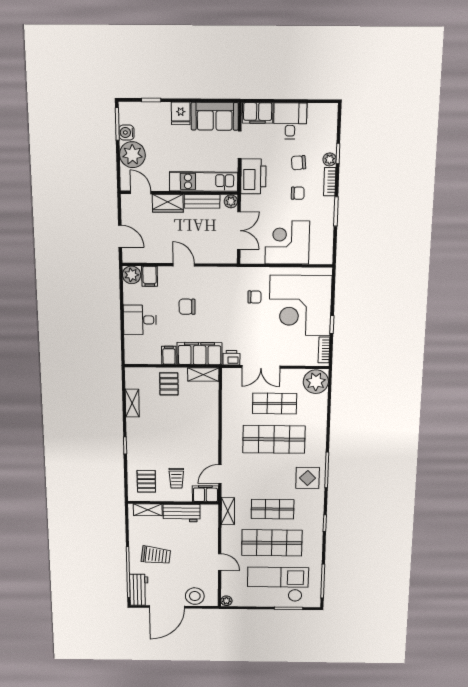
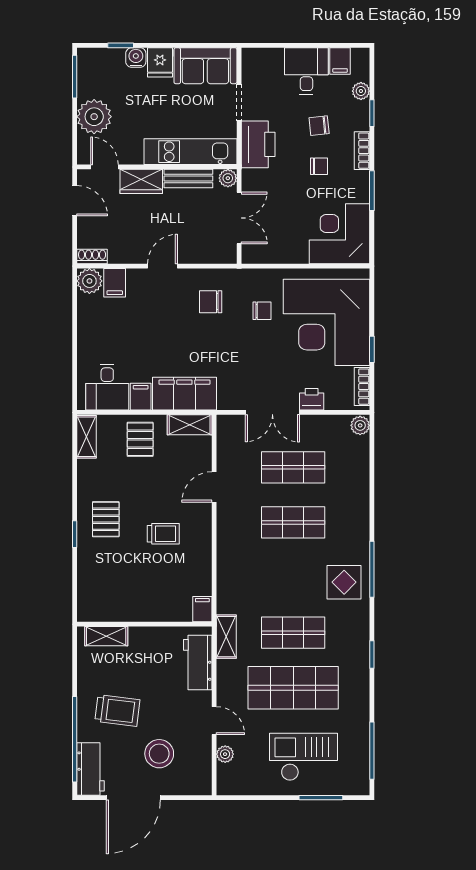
filing cabinet: (258, 113) -> (340, 61), moved, width x0.50
water cooler: (127, 133) -> (136, 58), moved, turned 90
plant: (330, 159) -> (361, 91), moved
door: (120, 236) -> (75, 201), moved
corner desk: (287, 242) -> (340, 234), moved
shoe rack: (133, 257) -> (92, 256), added
door: (184, 265) -> (163, 266), hinge flipped
chair: (187, 307) -> (211, 302), moved
desk: (140, 320) -> (107, 387), moved, turned -90
printer: (231, 358) -> (312, 399), moved
plant: (316, 382) -> (360, 425), width x0.53, depth x0.53
shelving: (132, 403) -> (86, 437), moved
shop shelf: (274, 439) -> (293, 522), width x0.70, depth x0.74
door: (220, 474) -> (214, 487), moved
trolley: (176, 478) -> (163, 534), moved, turned -90
pallet: (146, 481) -> (106, 519), moved
filing cabinet: (205, 494) -> (202, 609), width x0.50
workbench: (181, 513) -> (198, 663), moved, turned 90
checkout: (278, 584) -> (303, 757), width x0.73, depth x0.83
stool: (195, 596) -> (159, 754), moved
plant: (226, 601) -> (225, 754), moved

